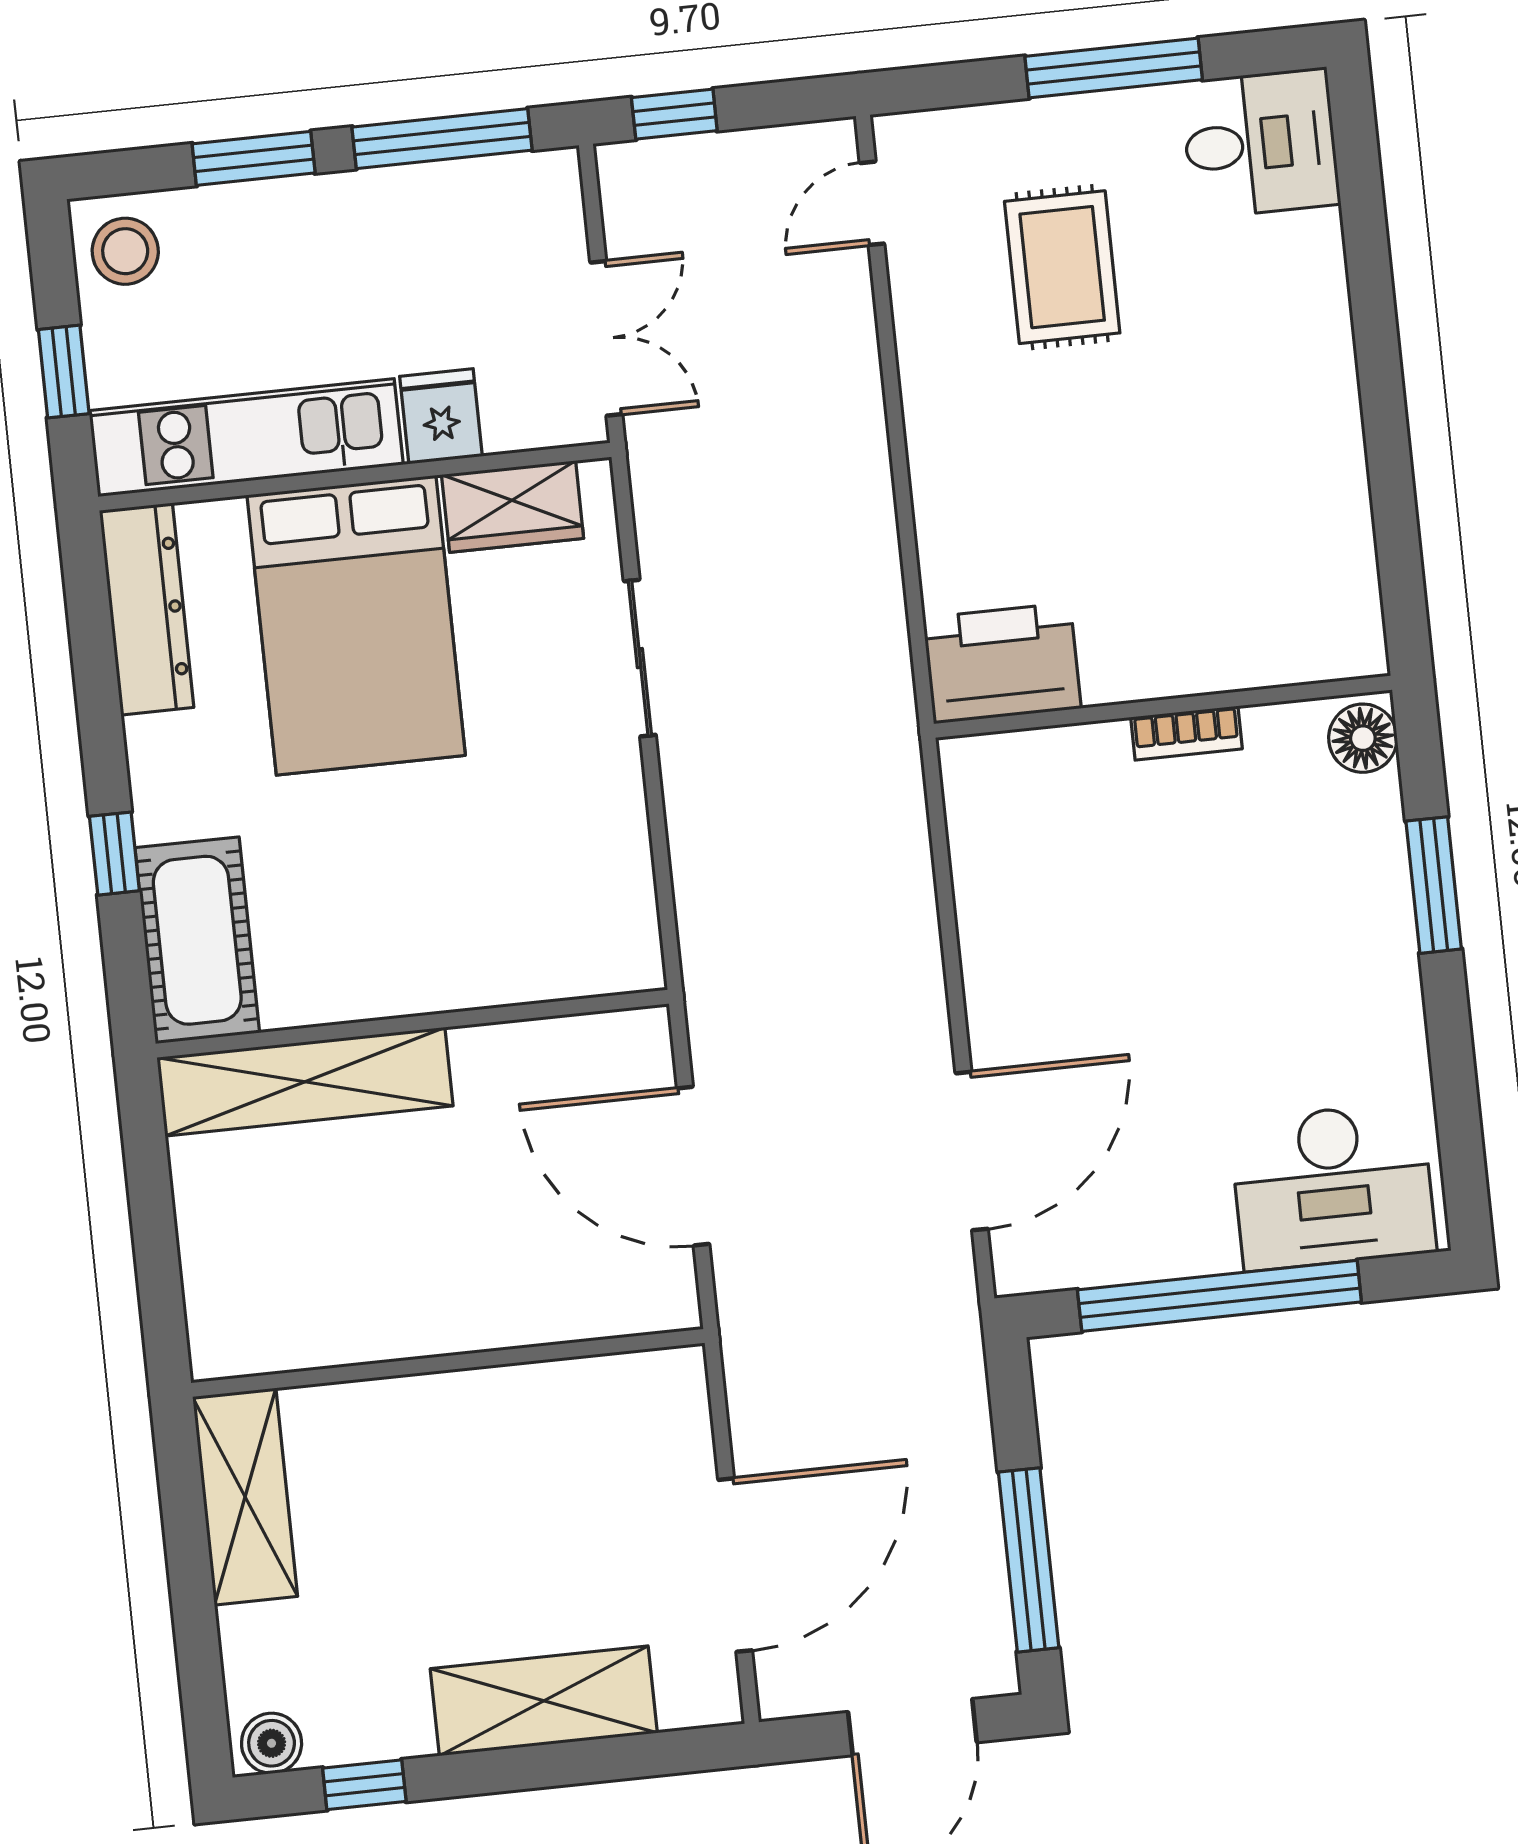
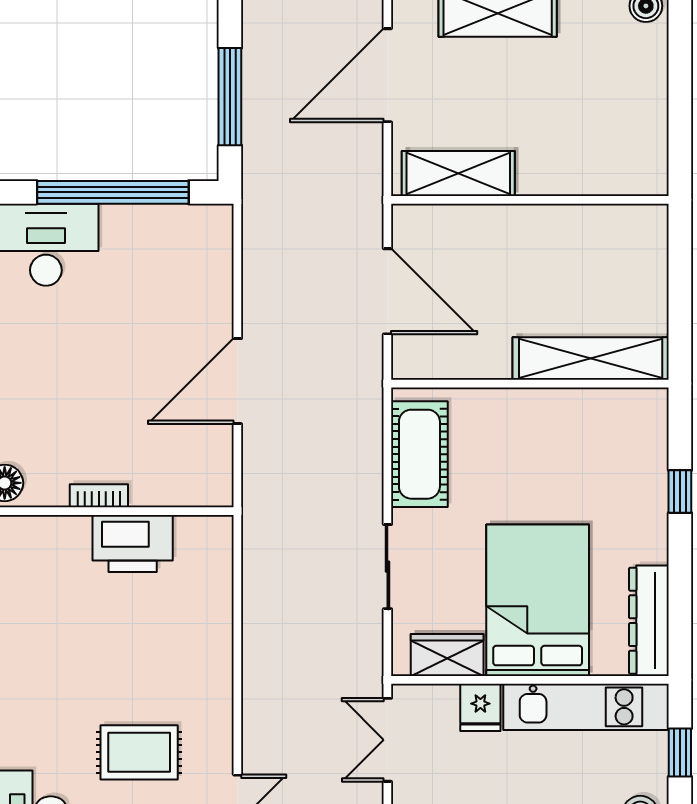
rug: (1062, 267) -> (139, 752), turned 90
printer: (1002, 663) -> (133, 543), moved
cot: (197, 940) -> (419, 454), moved
door: (972, 1151) -> (237, 381), moved
shelving: (245, 1497) -> (458, 173), moved, turned 90
window: (1029, 1560) -> (230, 97), moved

